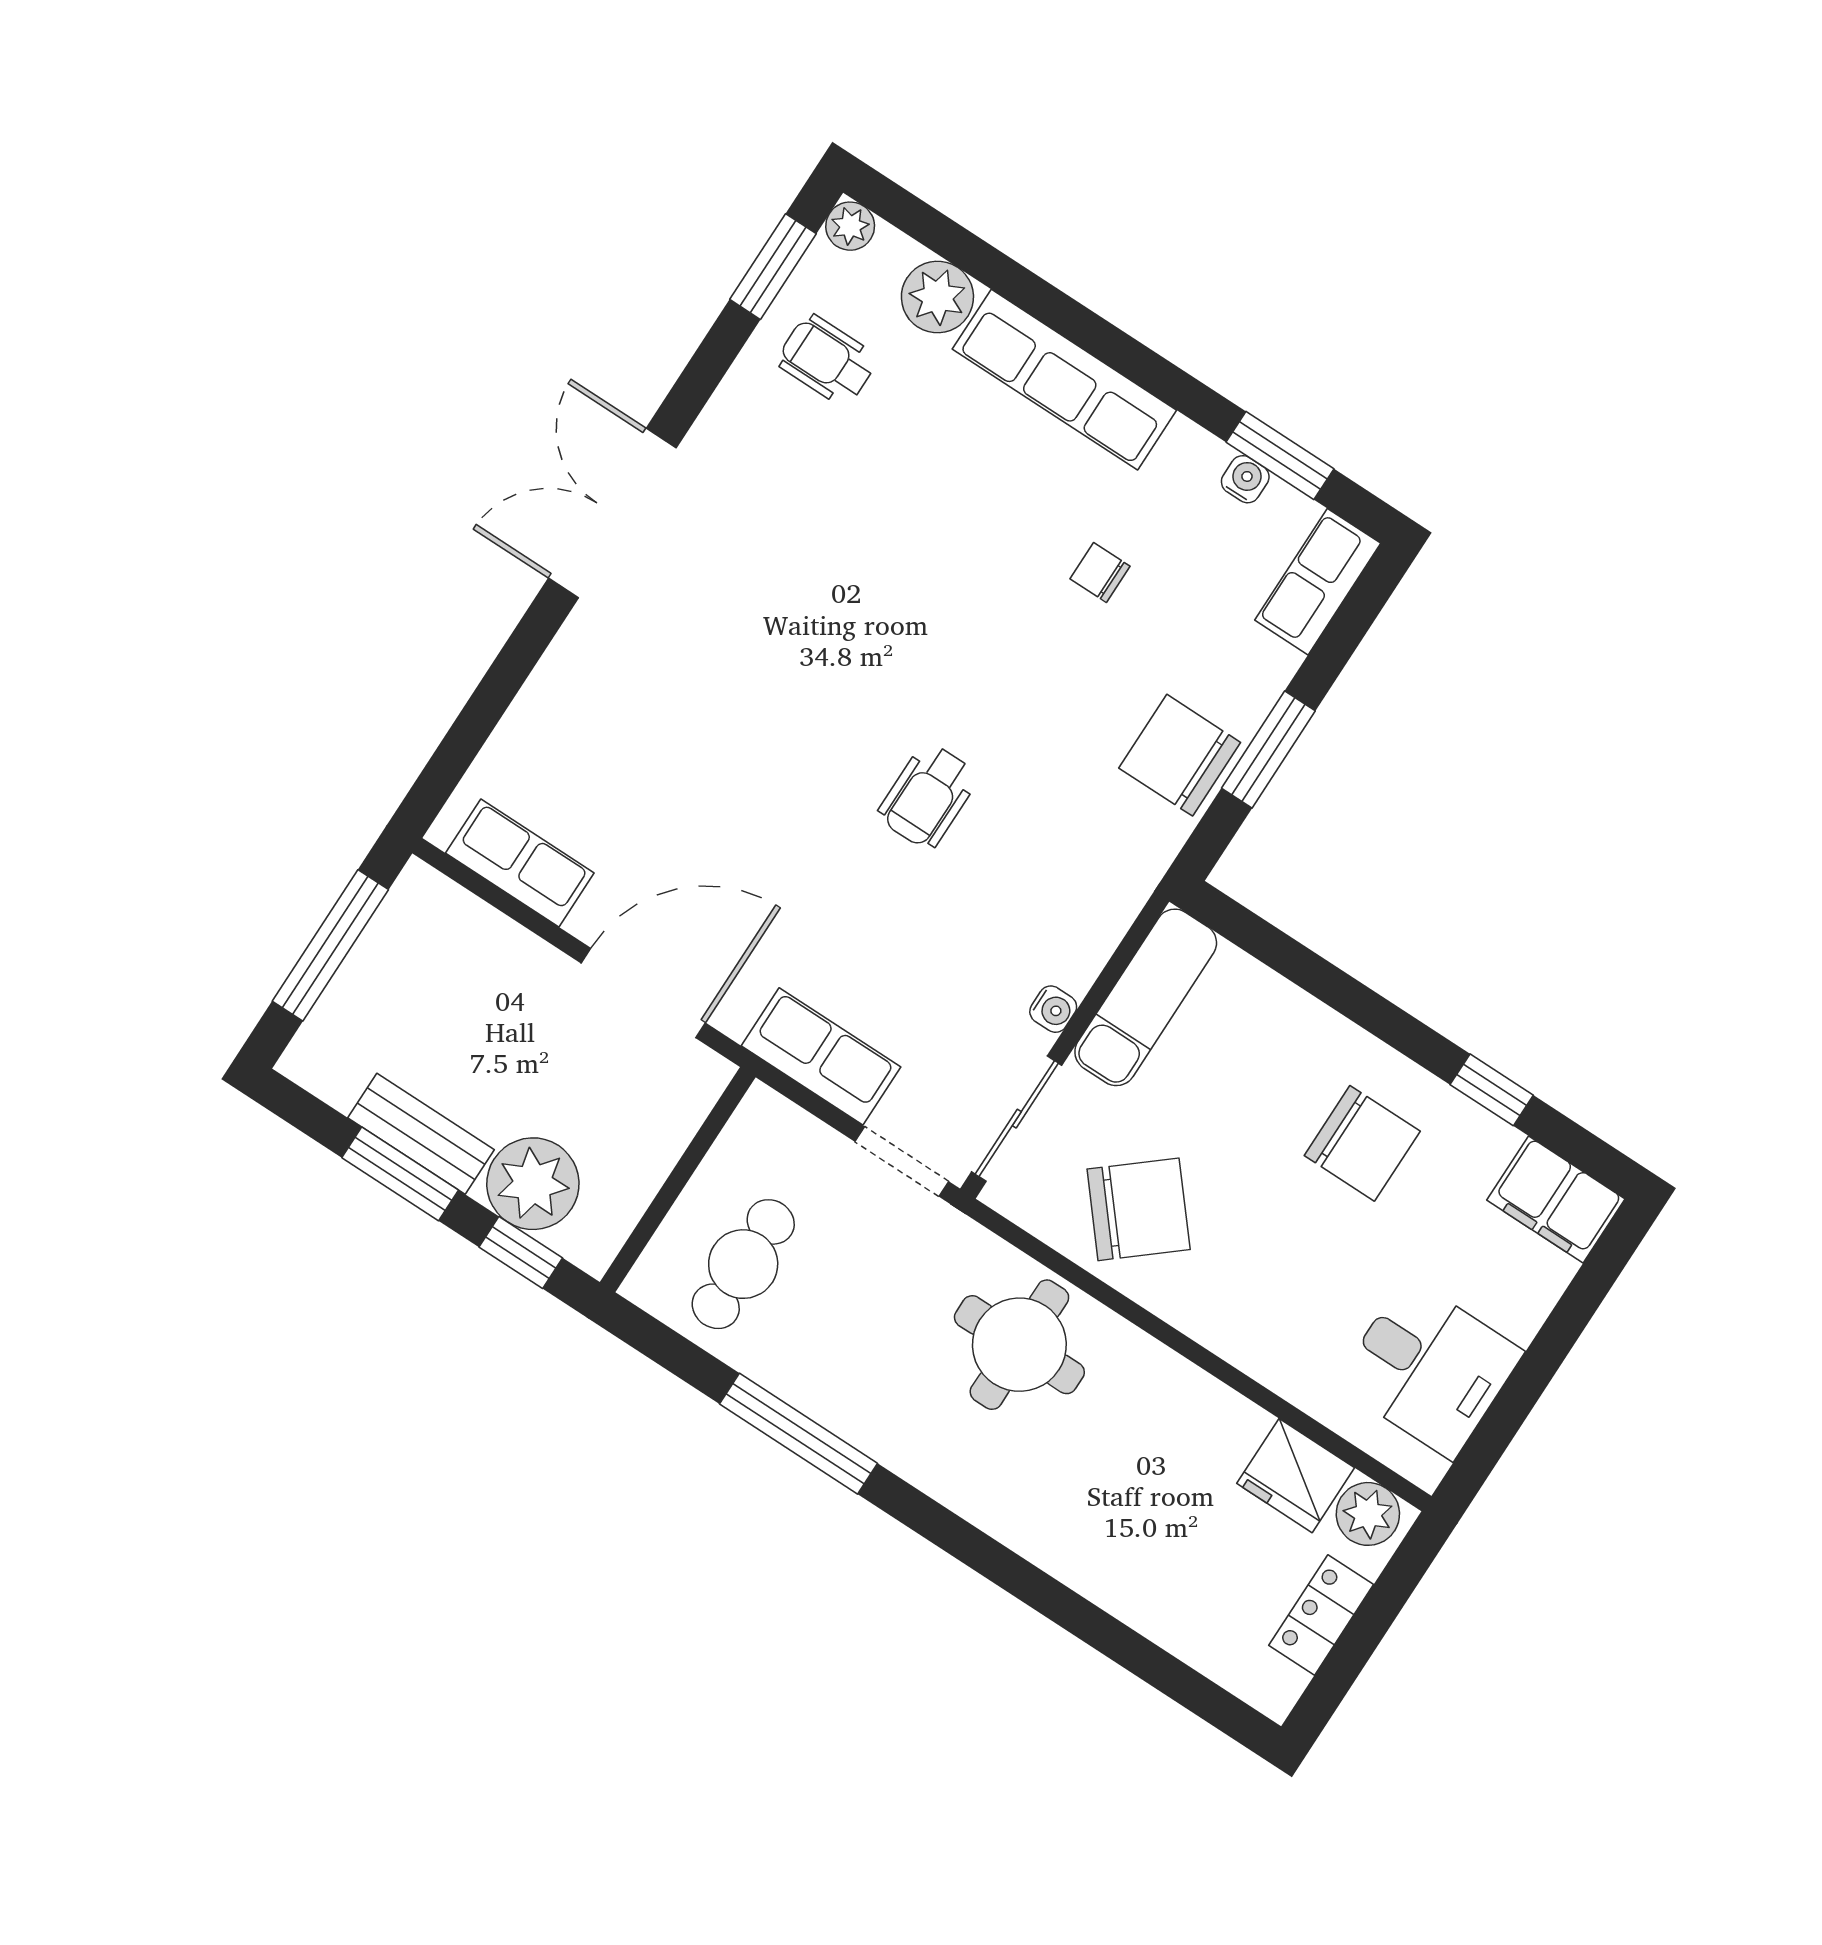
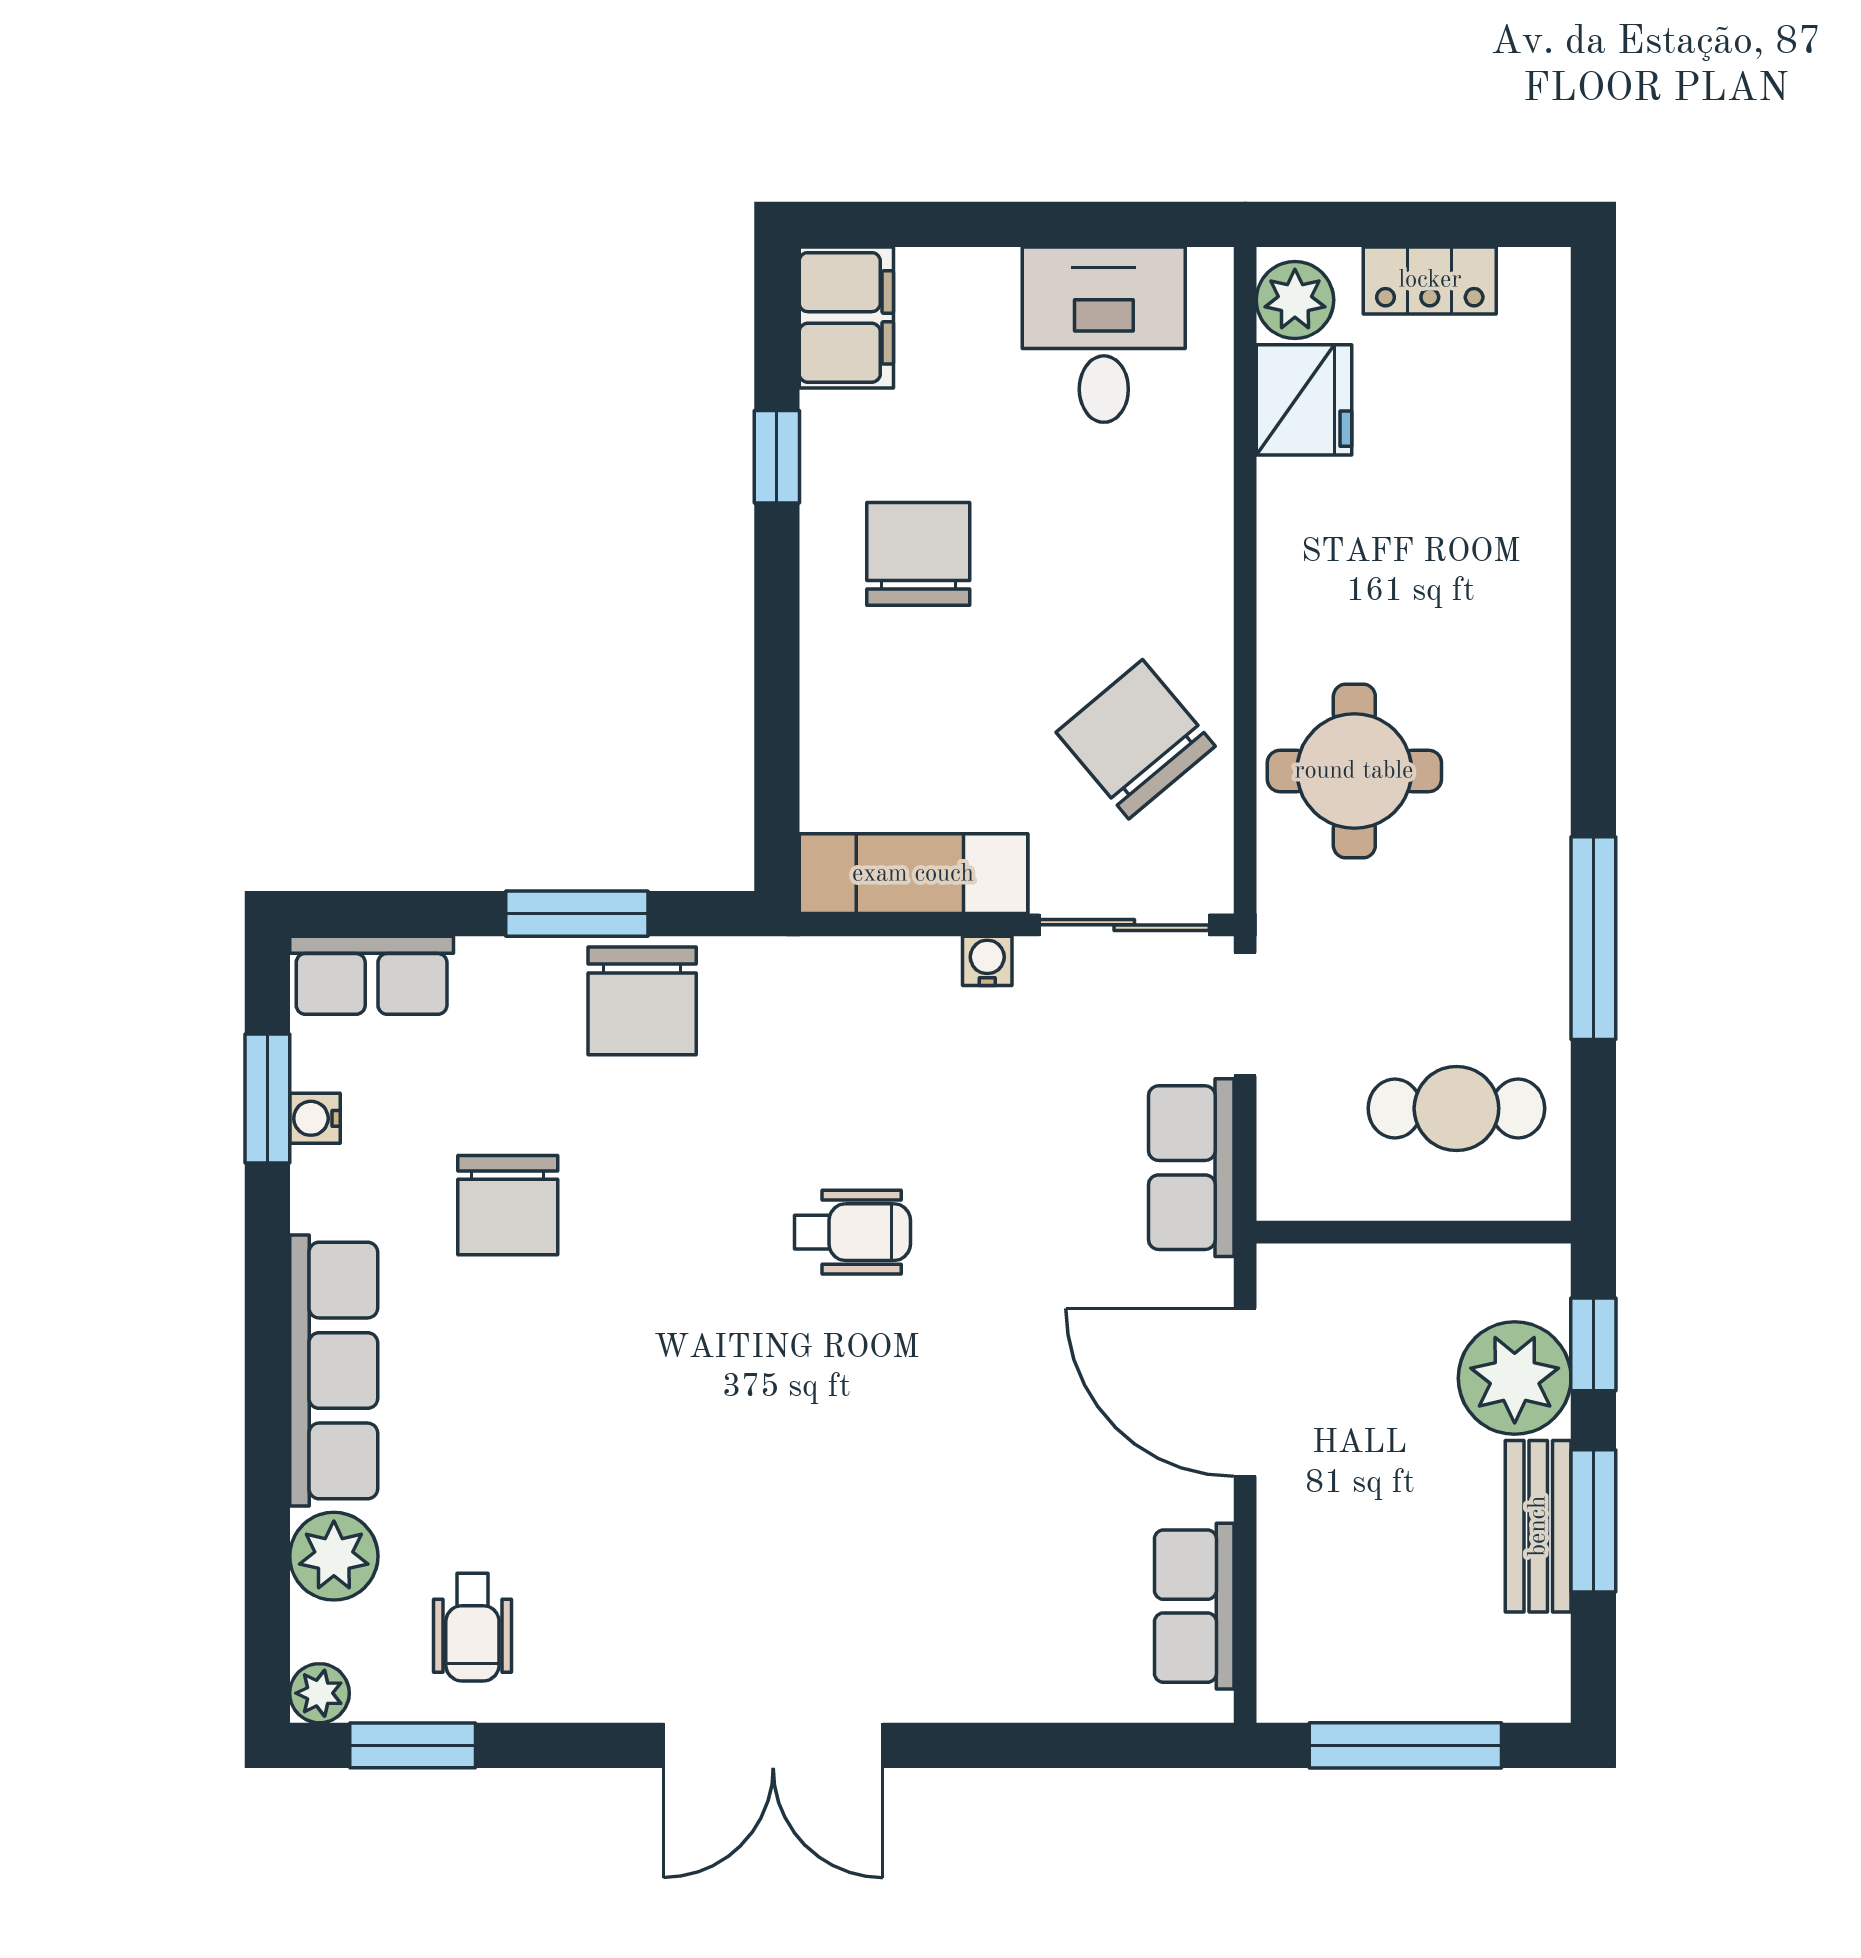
chair: (1100, 572) -> (508, 1205), width x1.87, depth x1.87

